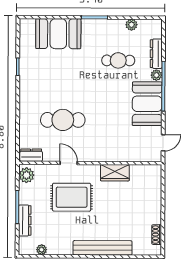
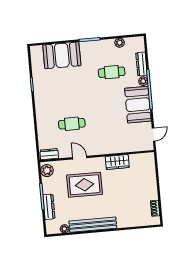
cafe table: (63, 120) -> (72, 124), width x0.73, depth x0.74
bench: (103, 248) -> (93, 225), moved

